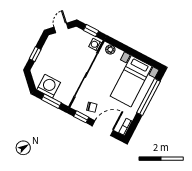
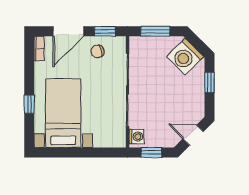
door: (61, 28) -> (193, 135), swing flipped
plant: (110, 50) -> (113, 141), removed
washing machine: (49, 86) -> (185, 57), moved, turned 45
window: (149, 97) -> (29, 104), width x0.32

